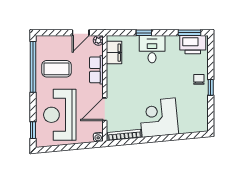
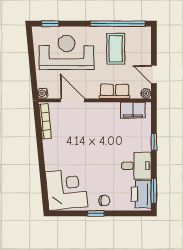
desk: (152, 49) -> (136, 166), moved
corner desk: (159, 118) -> (66, 189), moved

